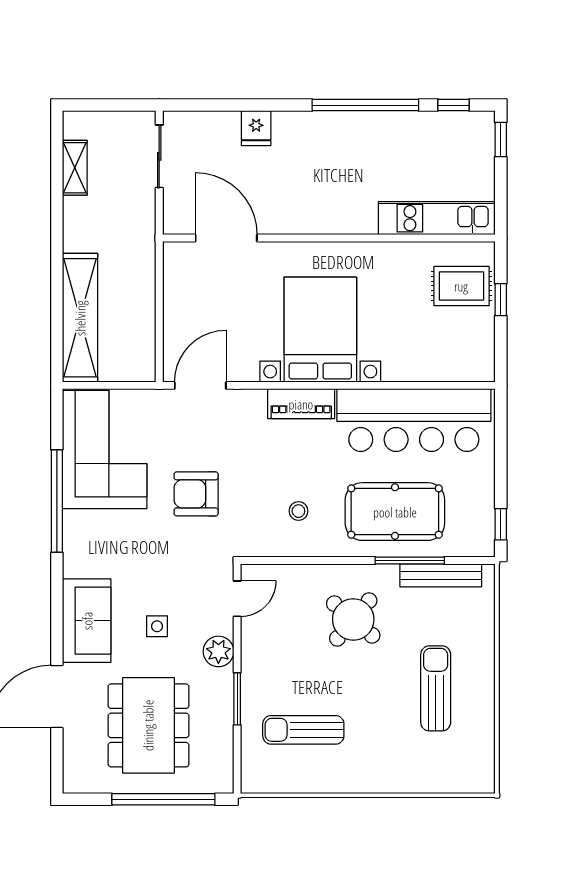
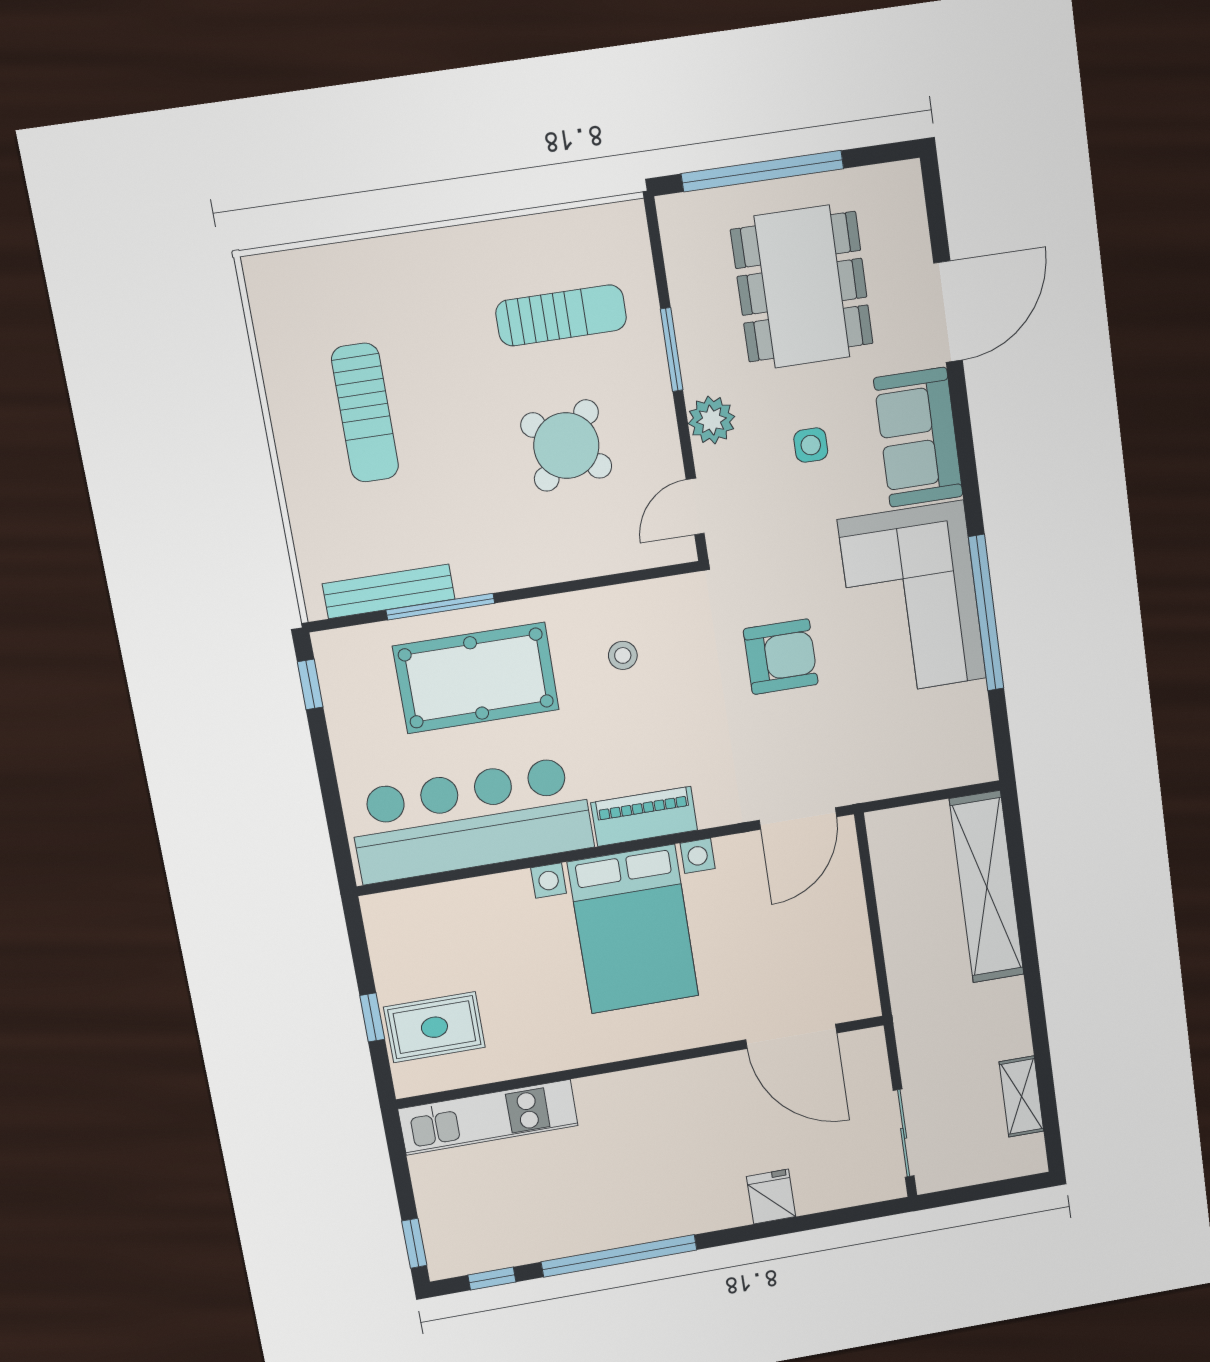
corner sofa: (105, 449) -> (912, 599), moved
round table: (353, 619) -> (566, 446), moved

